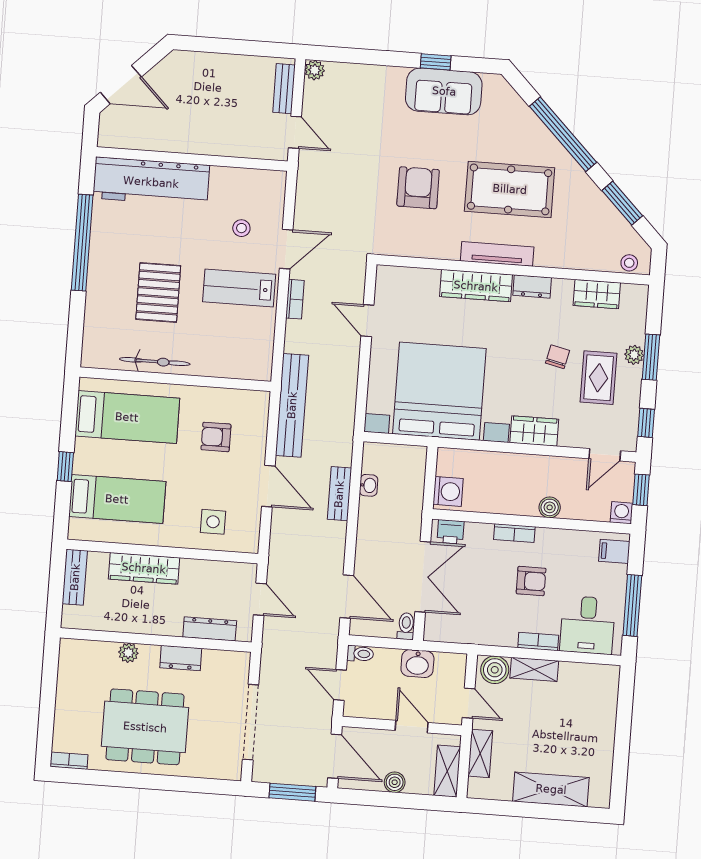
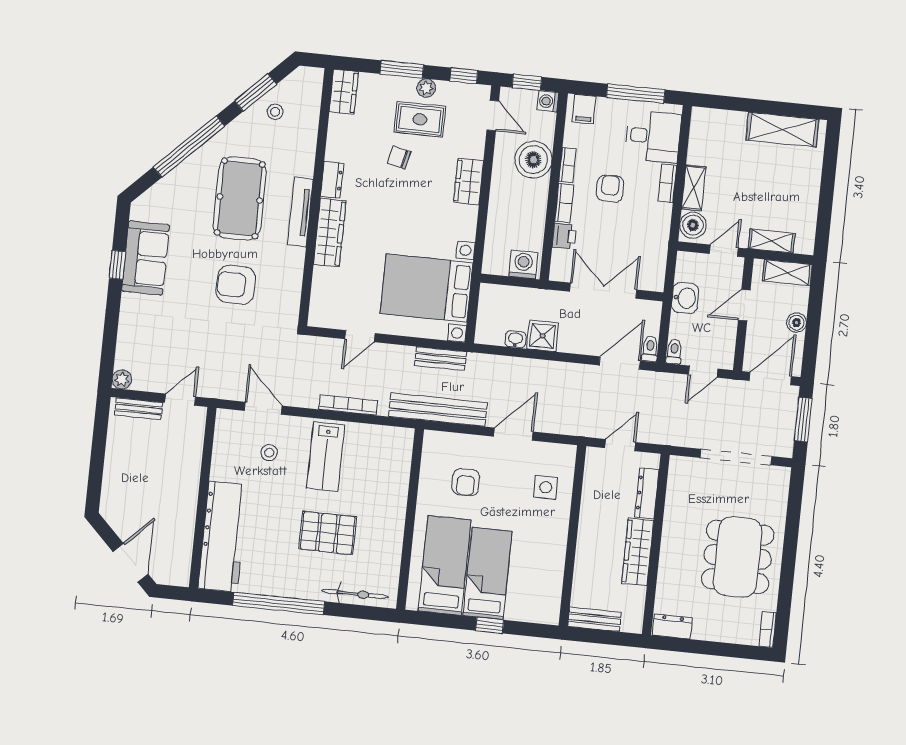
door: (286, 249) -> (263, 408), moved
stool: (629, 263) -> (275, 112), moved
wardrobe: (597, 294) -> (344, 92), moved
bookcase: (295, 299) -> (348, 405), width x1.56
plant: (634, 355) -> (426, 88), moved
bicycle: (155, 362) -> (355, 594), moved, turned 90
bed with nightstands: (439, 391) -> (427, 288), width x0.73
bench: (339, 494) -> (441, 359), moved
bed: (117, 499) -> (487, 573), moved
boiler: (550, 507) -> (533, 160), width x1.86, depth x1.86
shower: (373, 514) -> (543, 336), added
printer: (451, 532) -> (564, 236), moved
bookcase: (555, 535) -> (567, 165), added
wardrobe: (144, 568) -> (638, 552), moved, turned 180
toilet: (406, 626) -> (650, 349), moved, turned 90
plant: (128, 653) -> (667, 571), removed
dresser: (181, 658) -> (672, 627), moved, turned -90
shelving: (551, 789) -> (782, 130), moved, turned 90

